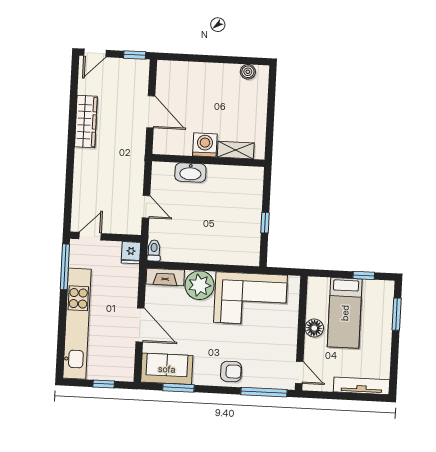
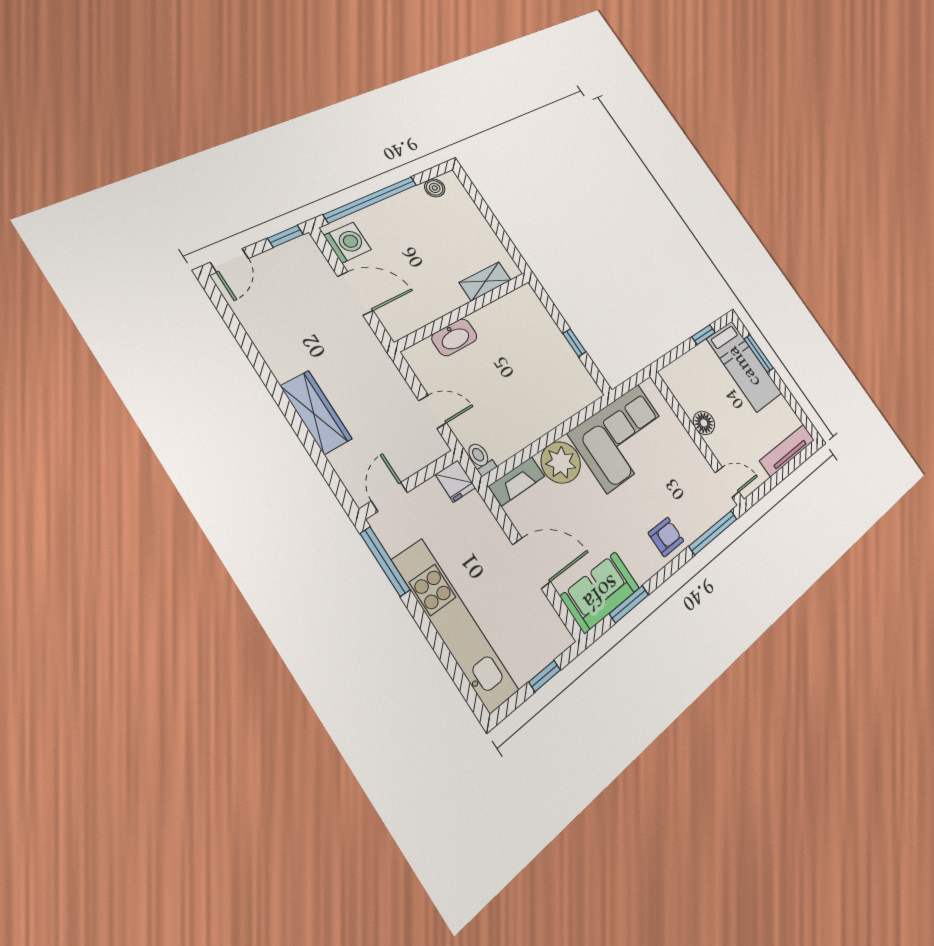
window: (201, 58) -> (371, 199), added
wardrobe: (86, 122) -> (316, 412), moved
washing machine: (205, 145) -> (348, 243), moved, turned 90
bed: (345, 313) -> (744, 366), moved

